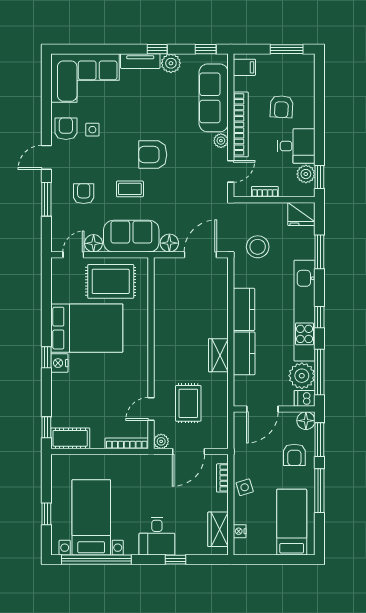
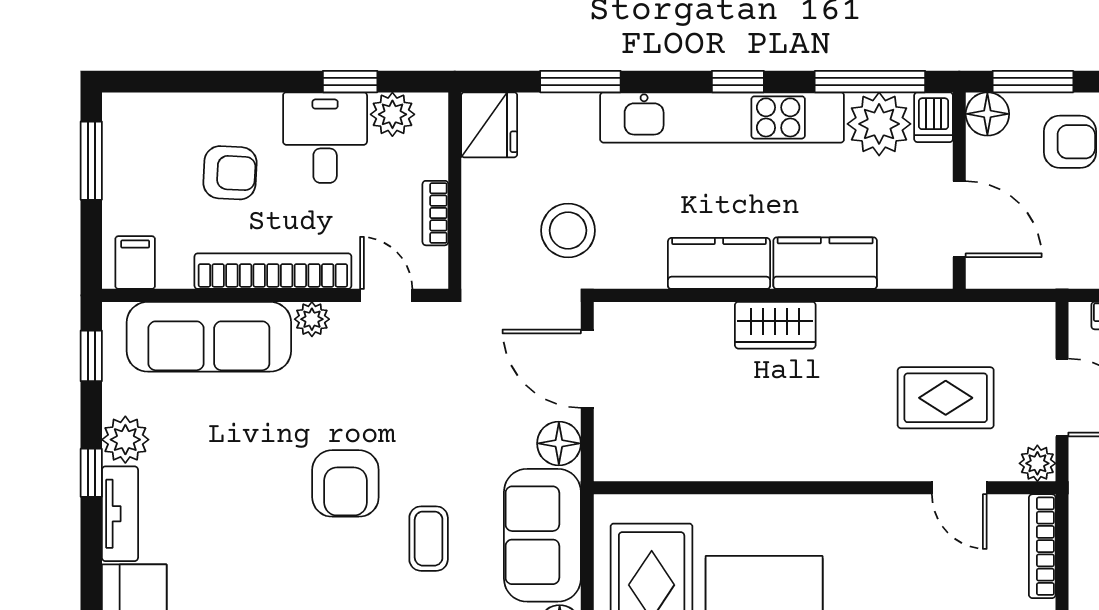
window: (319, 177) -> (350, 82), moved
wardrobe: (218, 355) -> (775, 325), moved

